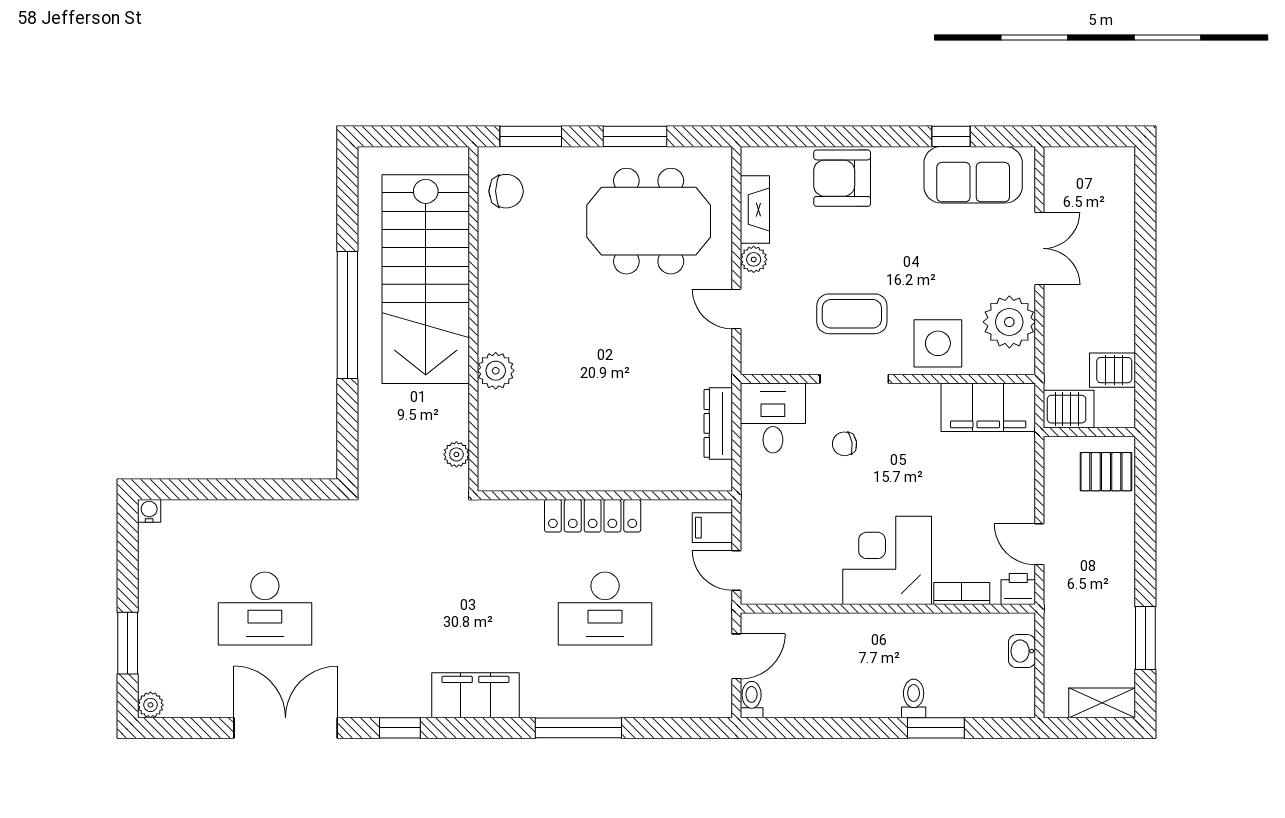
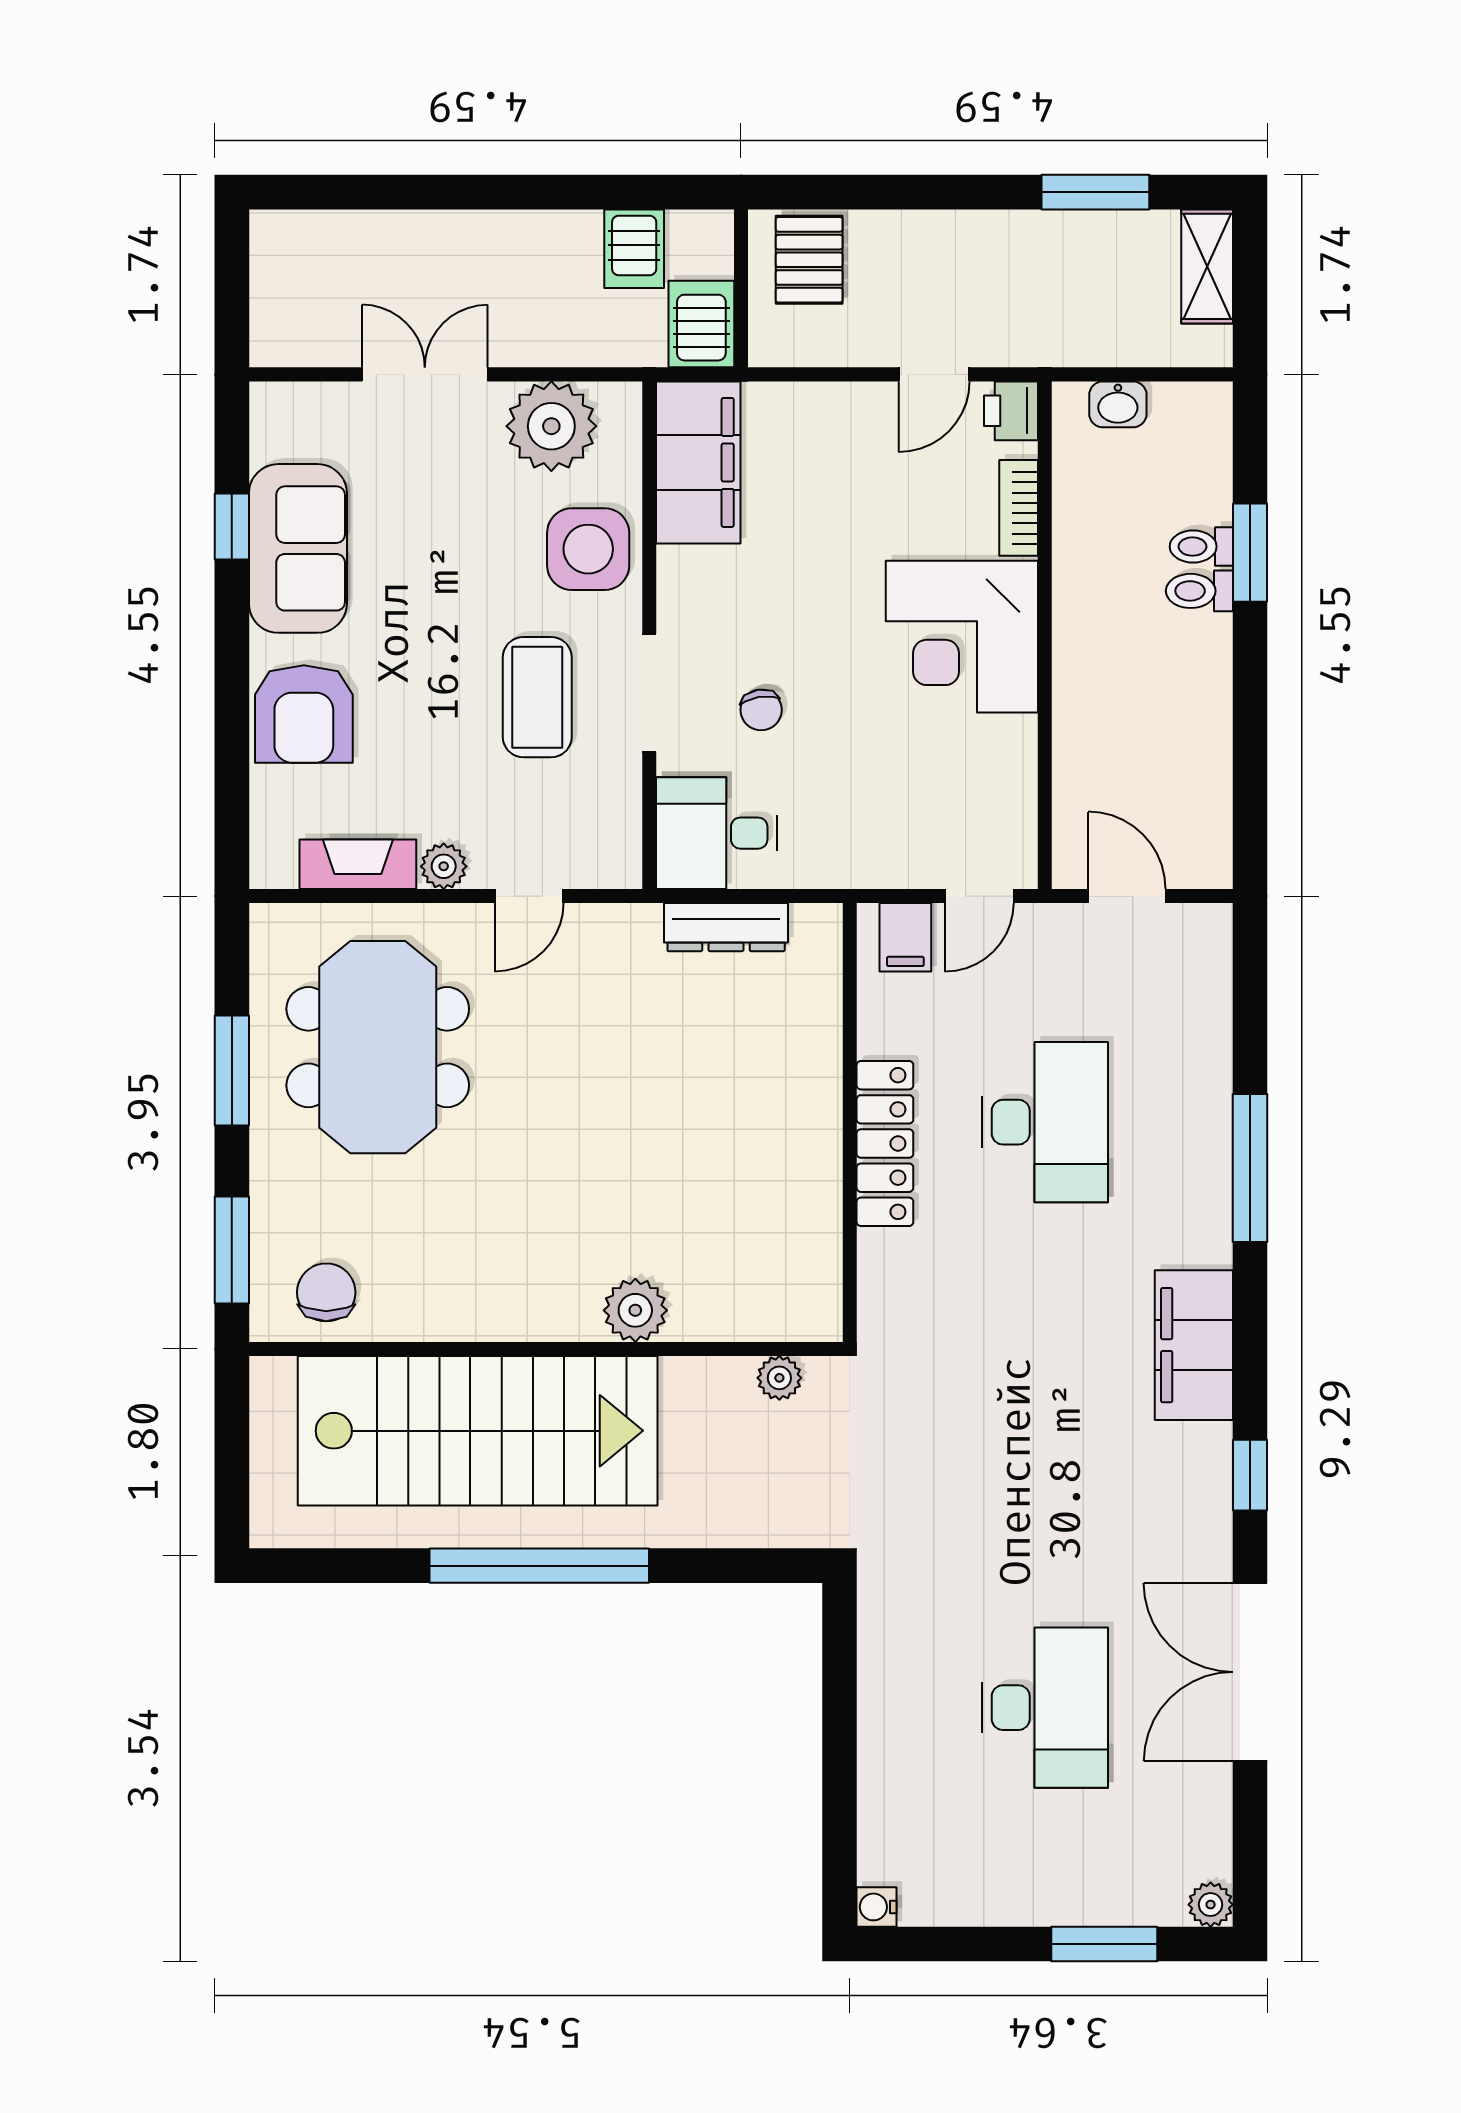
sofa: (973, 175) -> (298, 548), moved
toilet: (752, 700) -> (1201, 547), moved

